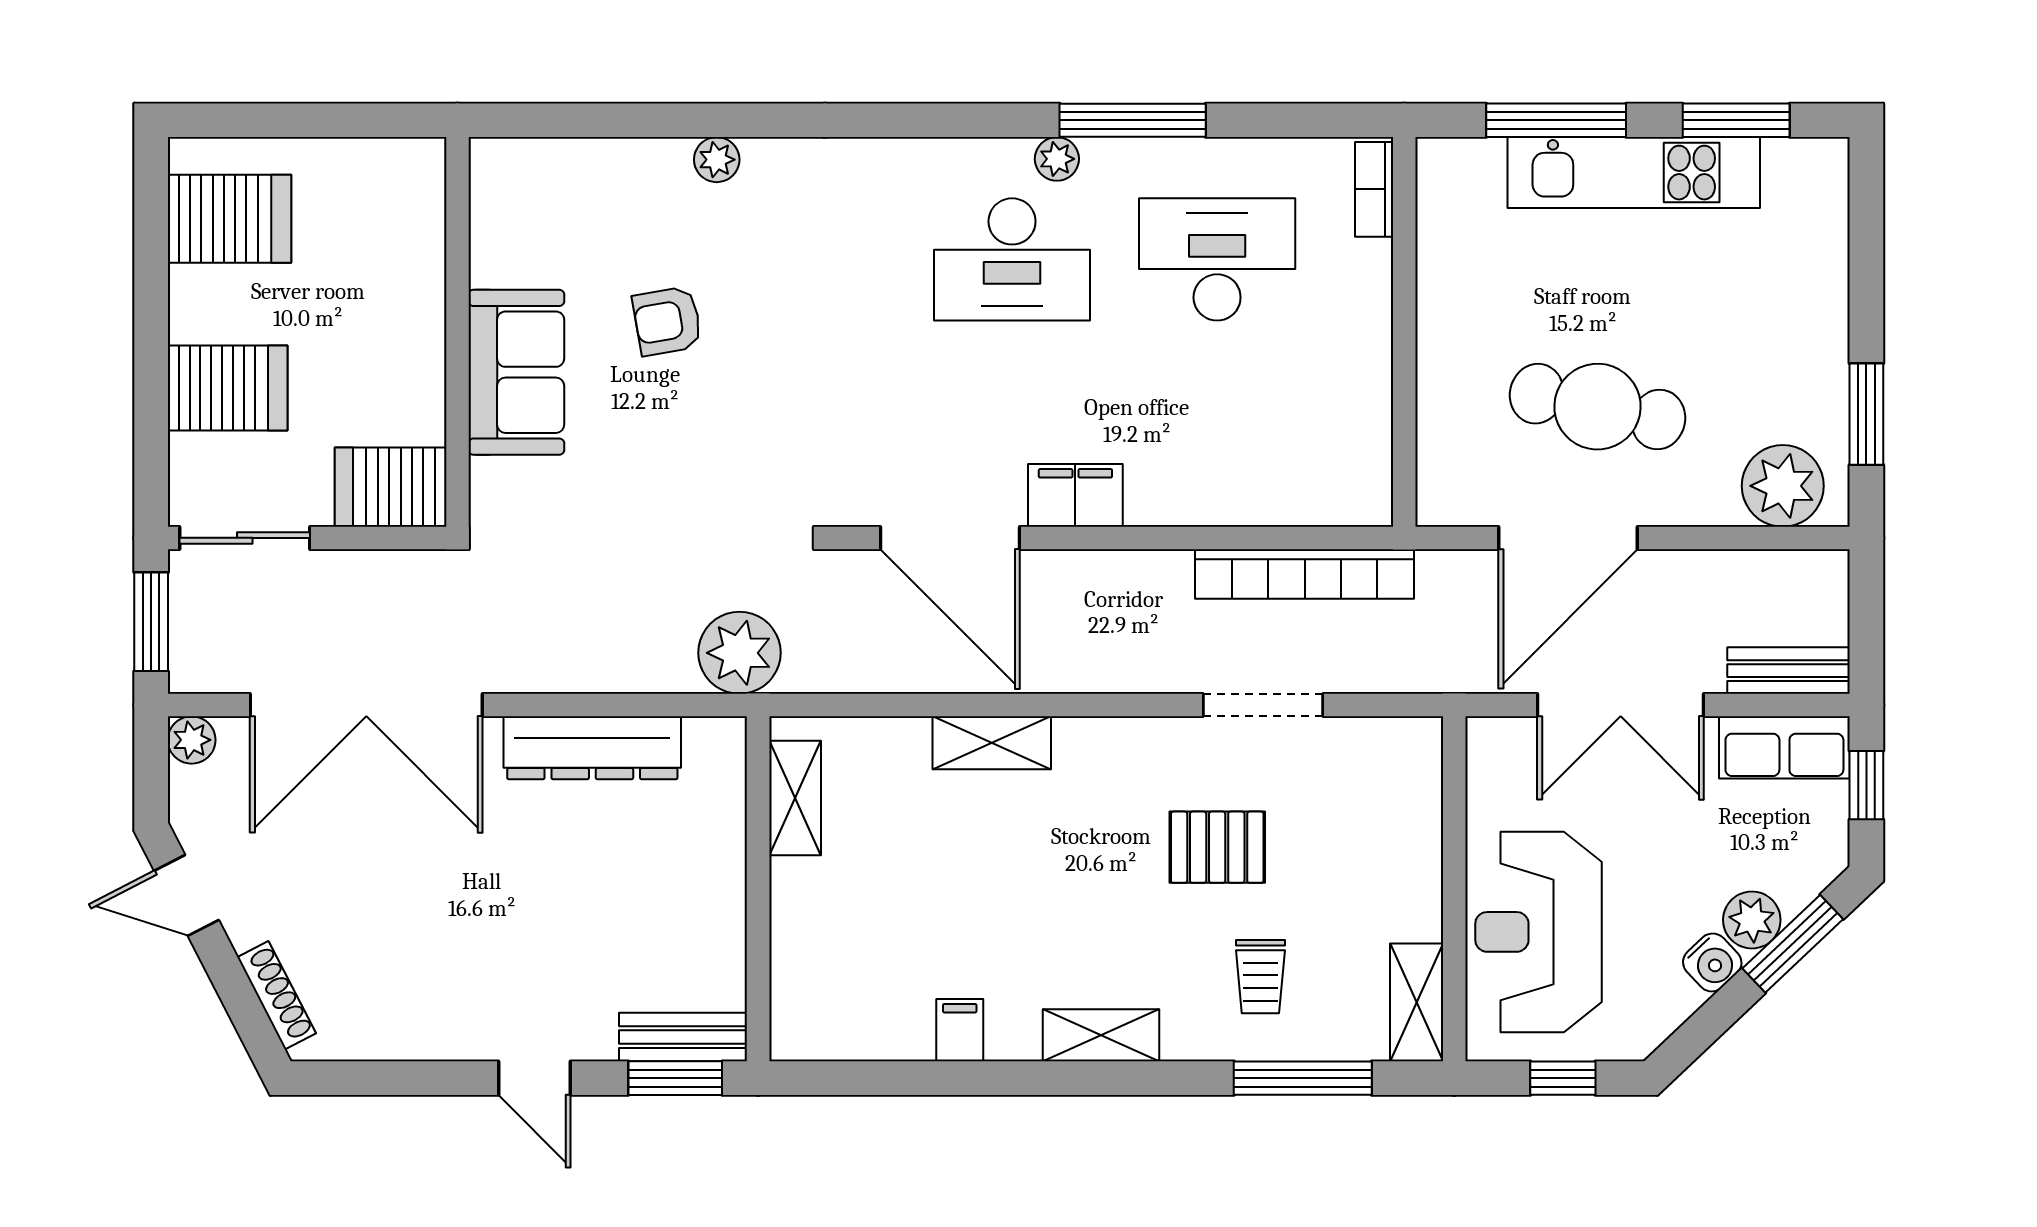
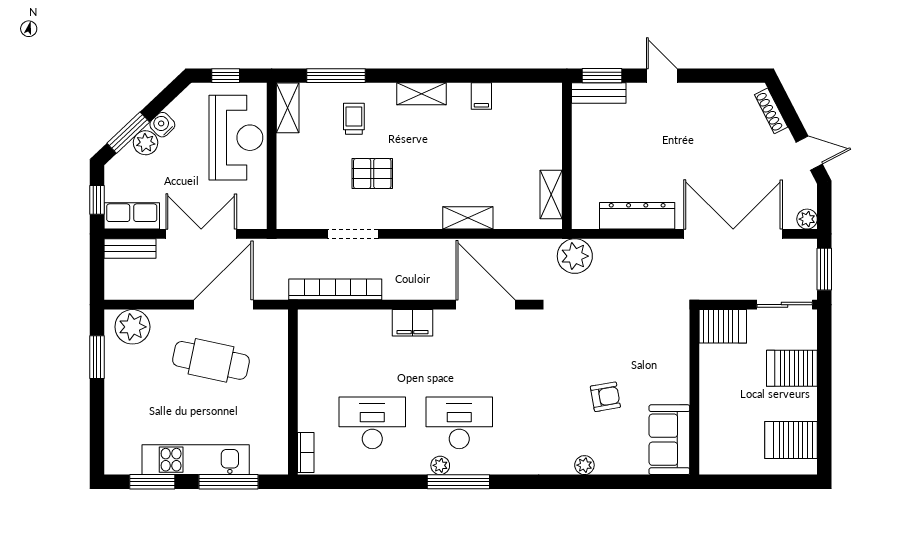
window: (1133, 120) -> (458, 482), moved
desk: (1217, 259) -> (372, 423), turned 180
sofa: (516, 372) -> (669, 440), moved
filing cabinet: (1075, 495) -> (412, 323), moved

